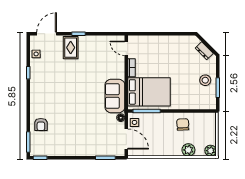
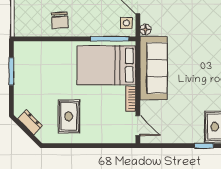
rug: (176, 55) -> (69, 116), added
stool: (205, 80) -> (29, 81), removed
sofa: (115, 96) -> (154, 68), width x1.36

